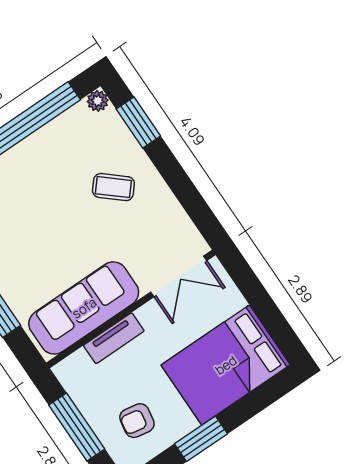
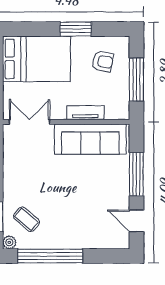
coffee table: (113, 187) -> (27, 219), moved

